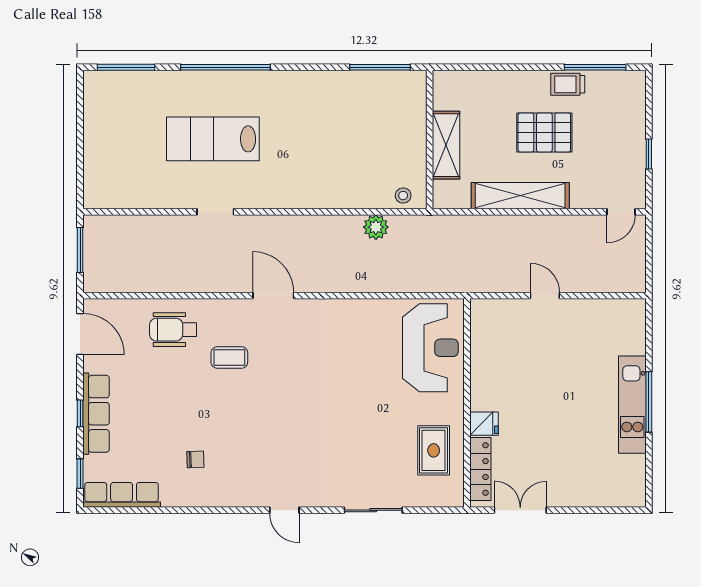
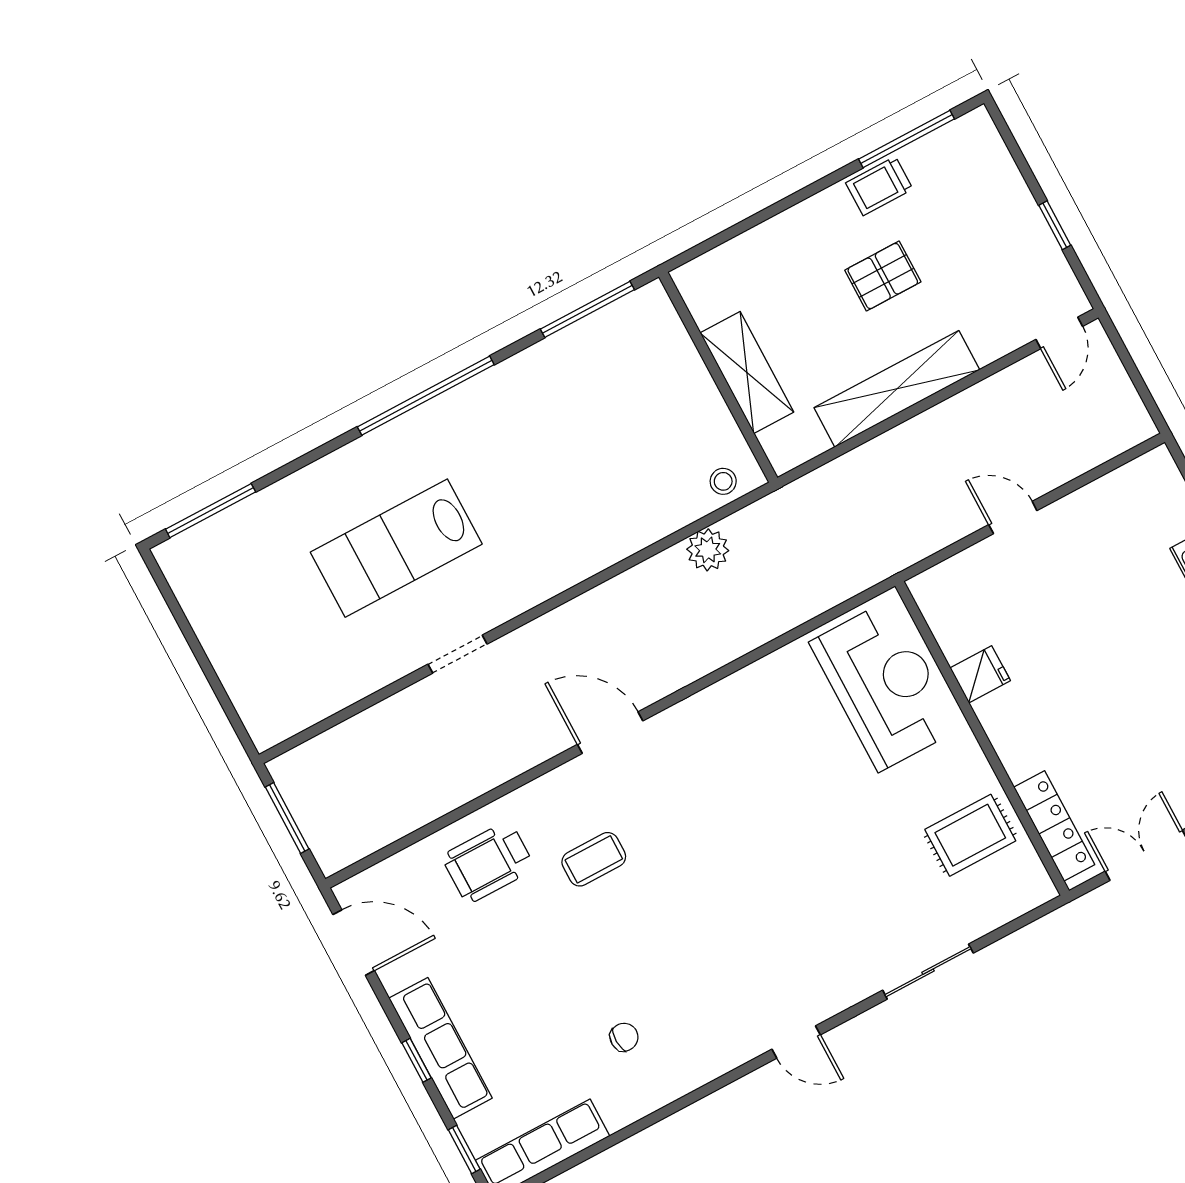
window: (226, 67) -> (426, 396), moved
pallet: (544, 133) -> (883, 276), width x0.67, depth x0.71
fridge: (484, 424) -> (980, 674), moved
rug: (434, 450) -> (970, 835), turned 90

